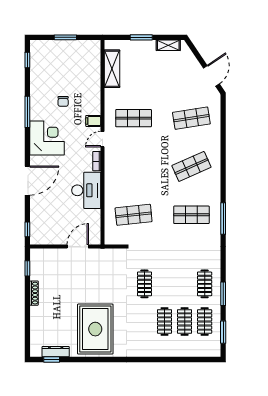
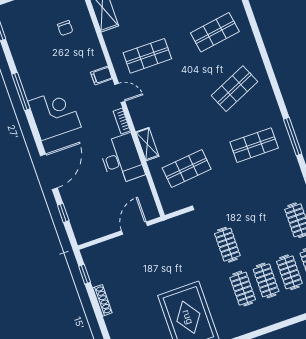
chair: (63, 101) -> (65, 28), moved
door: (103, 139) -> (120, 93), swing flipped
shelving: (110, 186) -> (147, 144), added
window: (27, 229) -> (63, 213), moved
clothes rail: (144, 321) -> (243, 289), added

